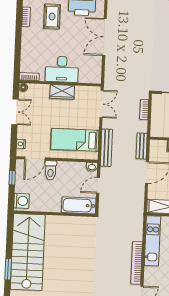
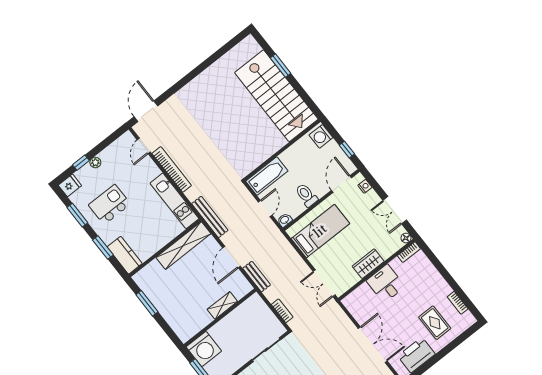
desk: (62, 69) -> (386, 284), width x0.73
bench: (106, 148) -> (210, 217), moved
toilet: (51, 170) -> (306, 195), moved

